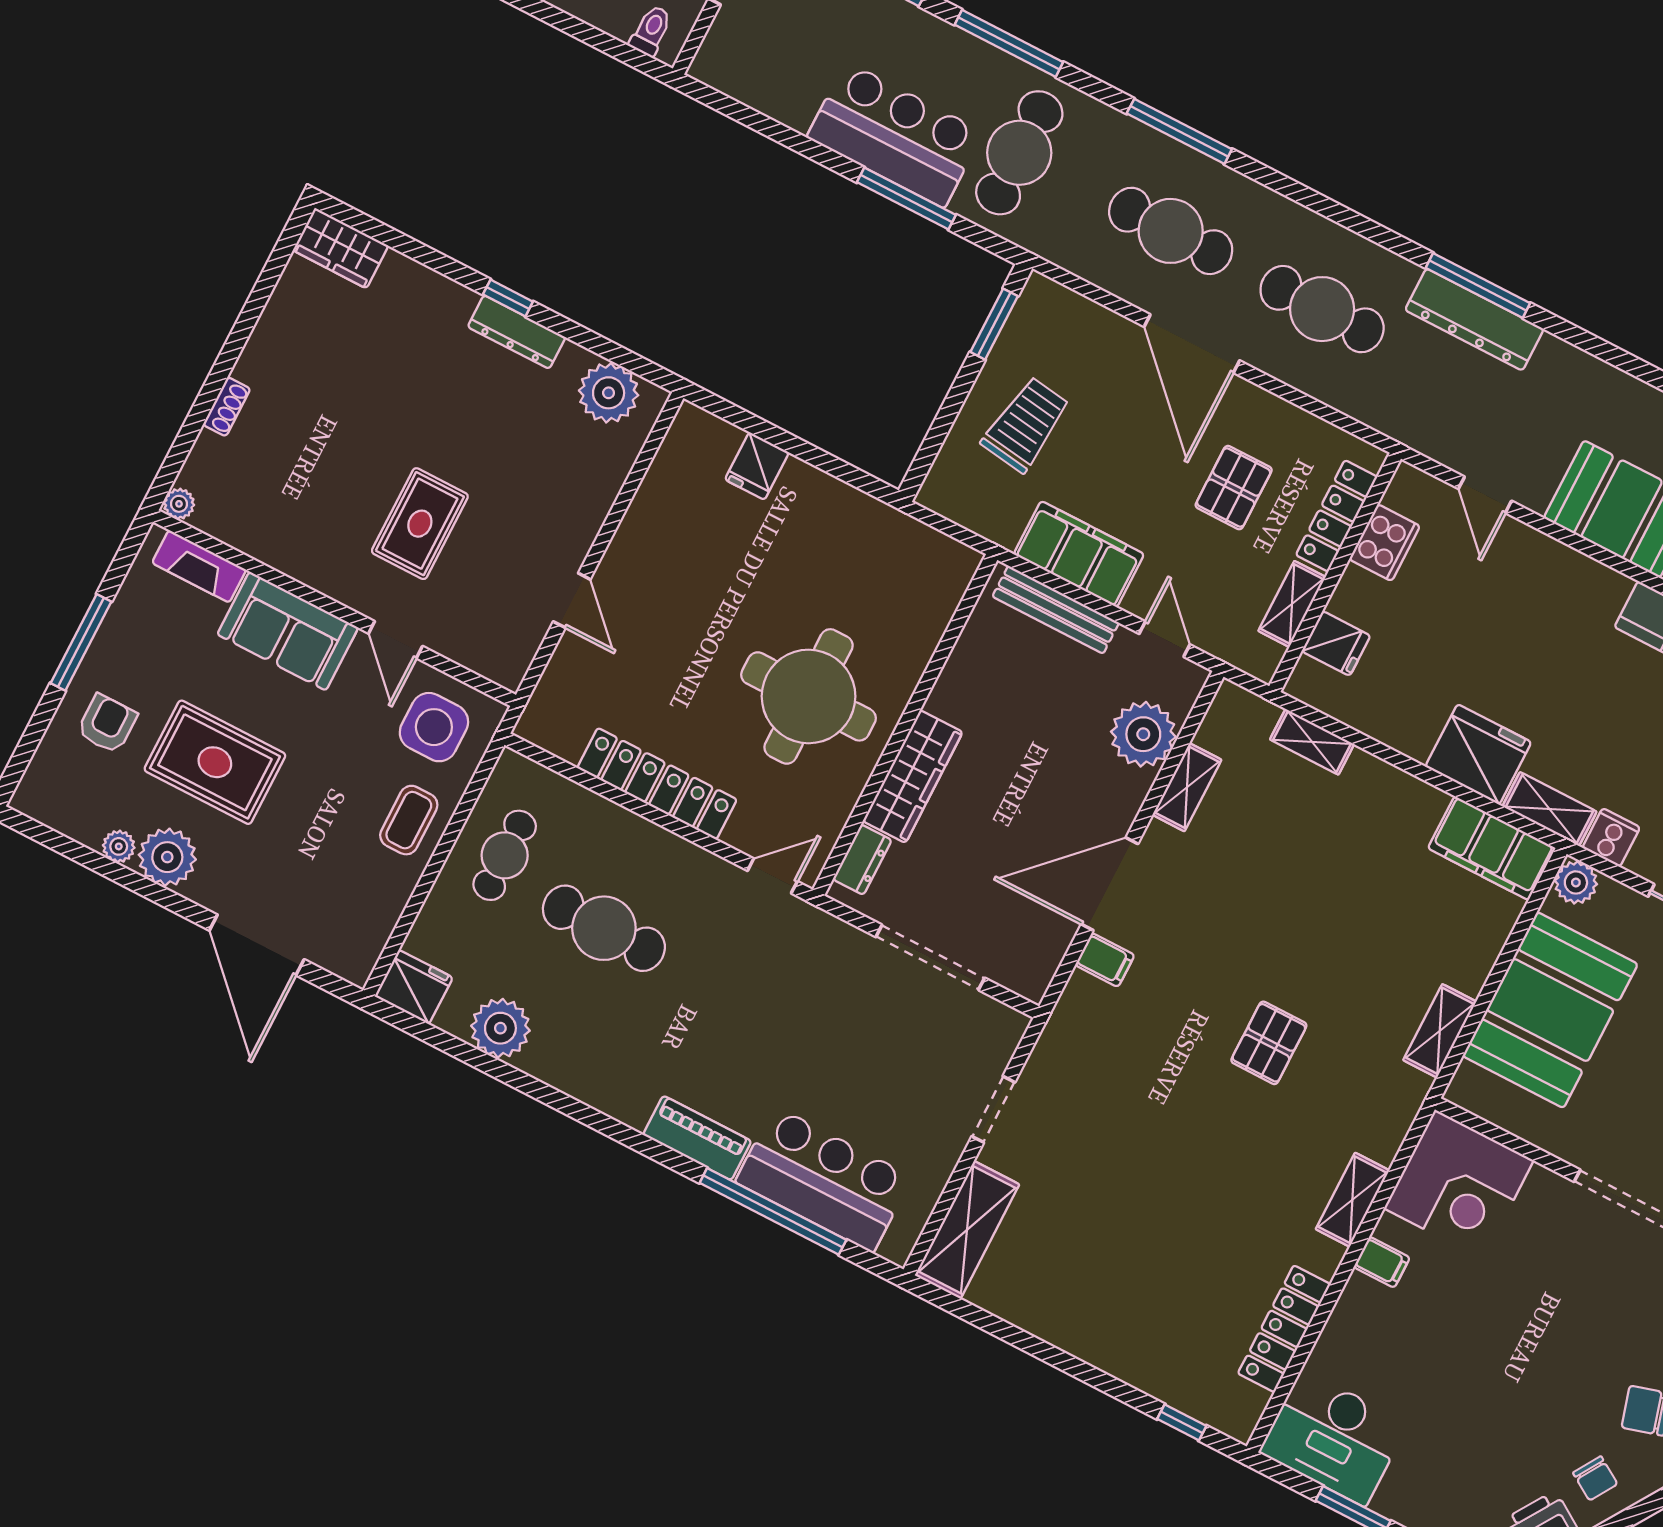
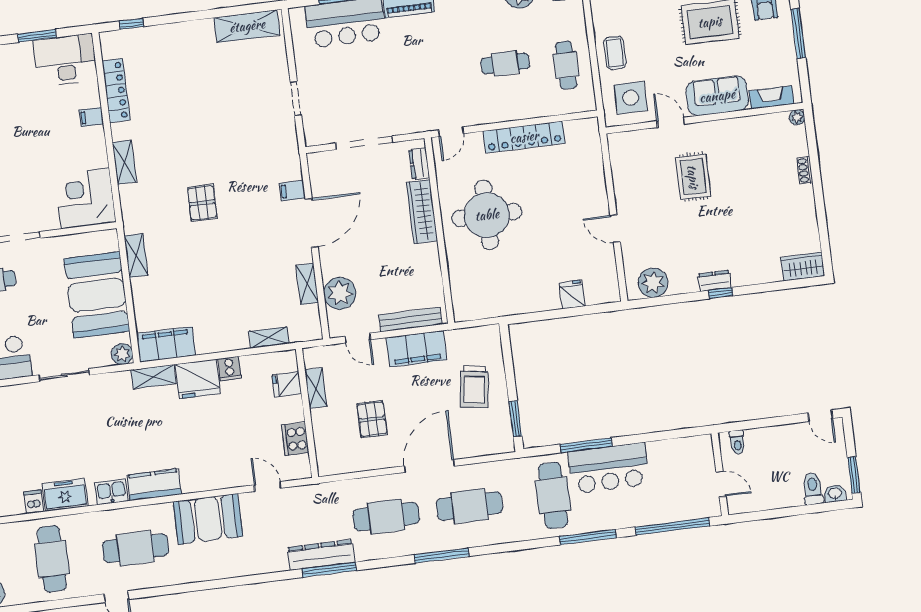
window: (1179, 131) -> (442, 556), moved
dresser: (517, 332) -> (715, 281), width x0.70
door: (1192, 344) -> (429, 466), hinge flipped
locker: (1337, 516) -> (322, 436), removed
door: (572, 600) -> (615, 229), moved
cooker: (1611, 837) -> (229, 368), moved
cafe table: (604, 928) -> (505, 63), width x0.73, depth x0.74
shelving: (967, 1230) -> (247, 26), moved, turned 90
filing cabinet: (1382, 1262) -> (91, 117), moved

